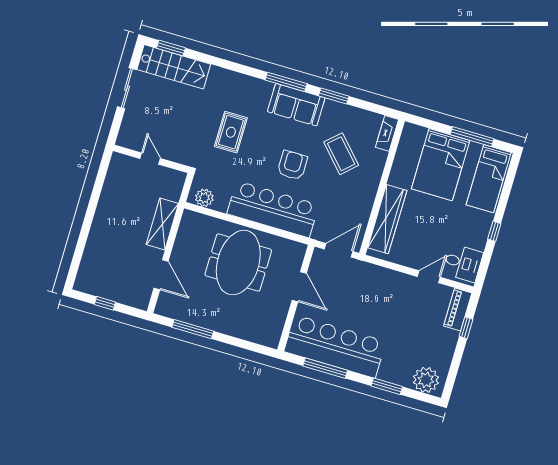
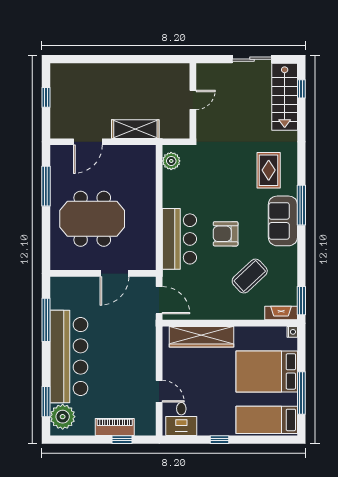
window: (171, 48) -> (301, 89), width x0.67
window: (334, 96) -> (301, 301), moved
nightstand: (409, 128) -> (292, 332), added
rug: (231, 132) -> (269, 170), moved, turned 90
armchair: (292, 165) -> (226, 234), turned 180
bar counter: (273, 209) -> (179, 239), width x0.73
meeting table: (238, 263) -> (92, 219), moved
piano: (458, 310) -> (115, 427), moved
bar counter: (335, 346) -> (69, 357), moved
window: (387, 386) -> (46, 402), moved

